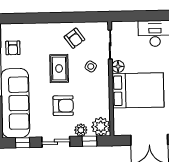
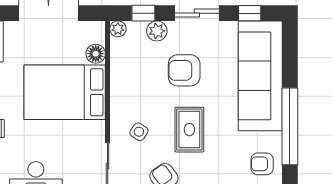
armchair: (13, 48) -> (262, 164), turned -90
floor lamp: (118, 66) -> (96, 54), moved
plant: (101, 127) -> (118, 29), width x0.53, depth x0.53

